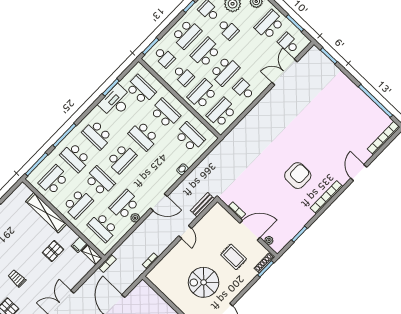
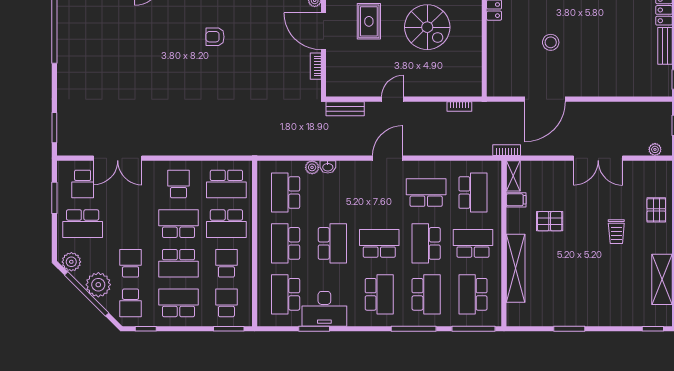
school desk: (244, 89) -> (178, 184), turned 180
armchair: (298, 176) -> (215, 37), width x0.53, depth x0.53
school desk: (53, 180) -> (473, 294), turned 90
door: (159, 202) -> (388, 158), hinge flipped
school desk: (124, 205) -> (426, 193), turned 180
plant: (135, 218) -> (312, 167), moved

